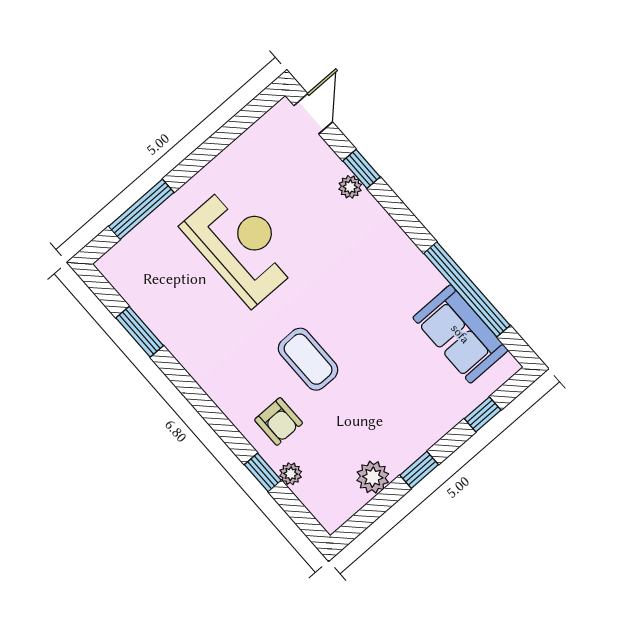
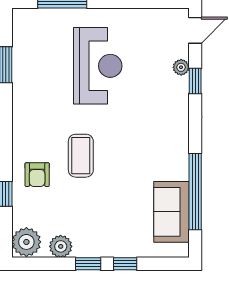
plant: (350, 187) -> (181, 67), moved
window: (483, 414) -> (125, 264), moved
plant: (291, 474) -> (26, 242), moved, width x1.87, depth x1.87

